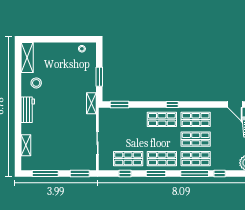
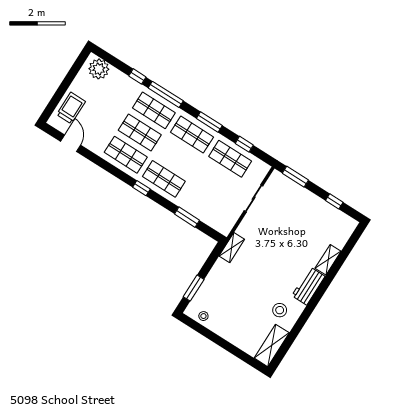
window: (99, 77) -> (194, 288), moved
window: (120, 105) -> (187, 217), moved
shelving: (26, 145) -> (328, 260), moved
window: (45, 174) -> (334, 201), width x0.46

